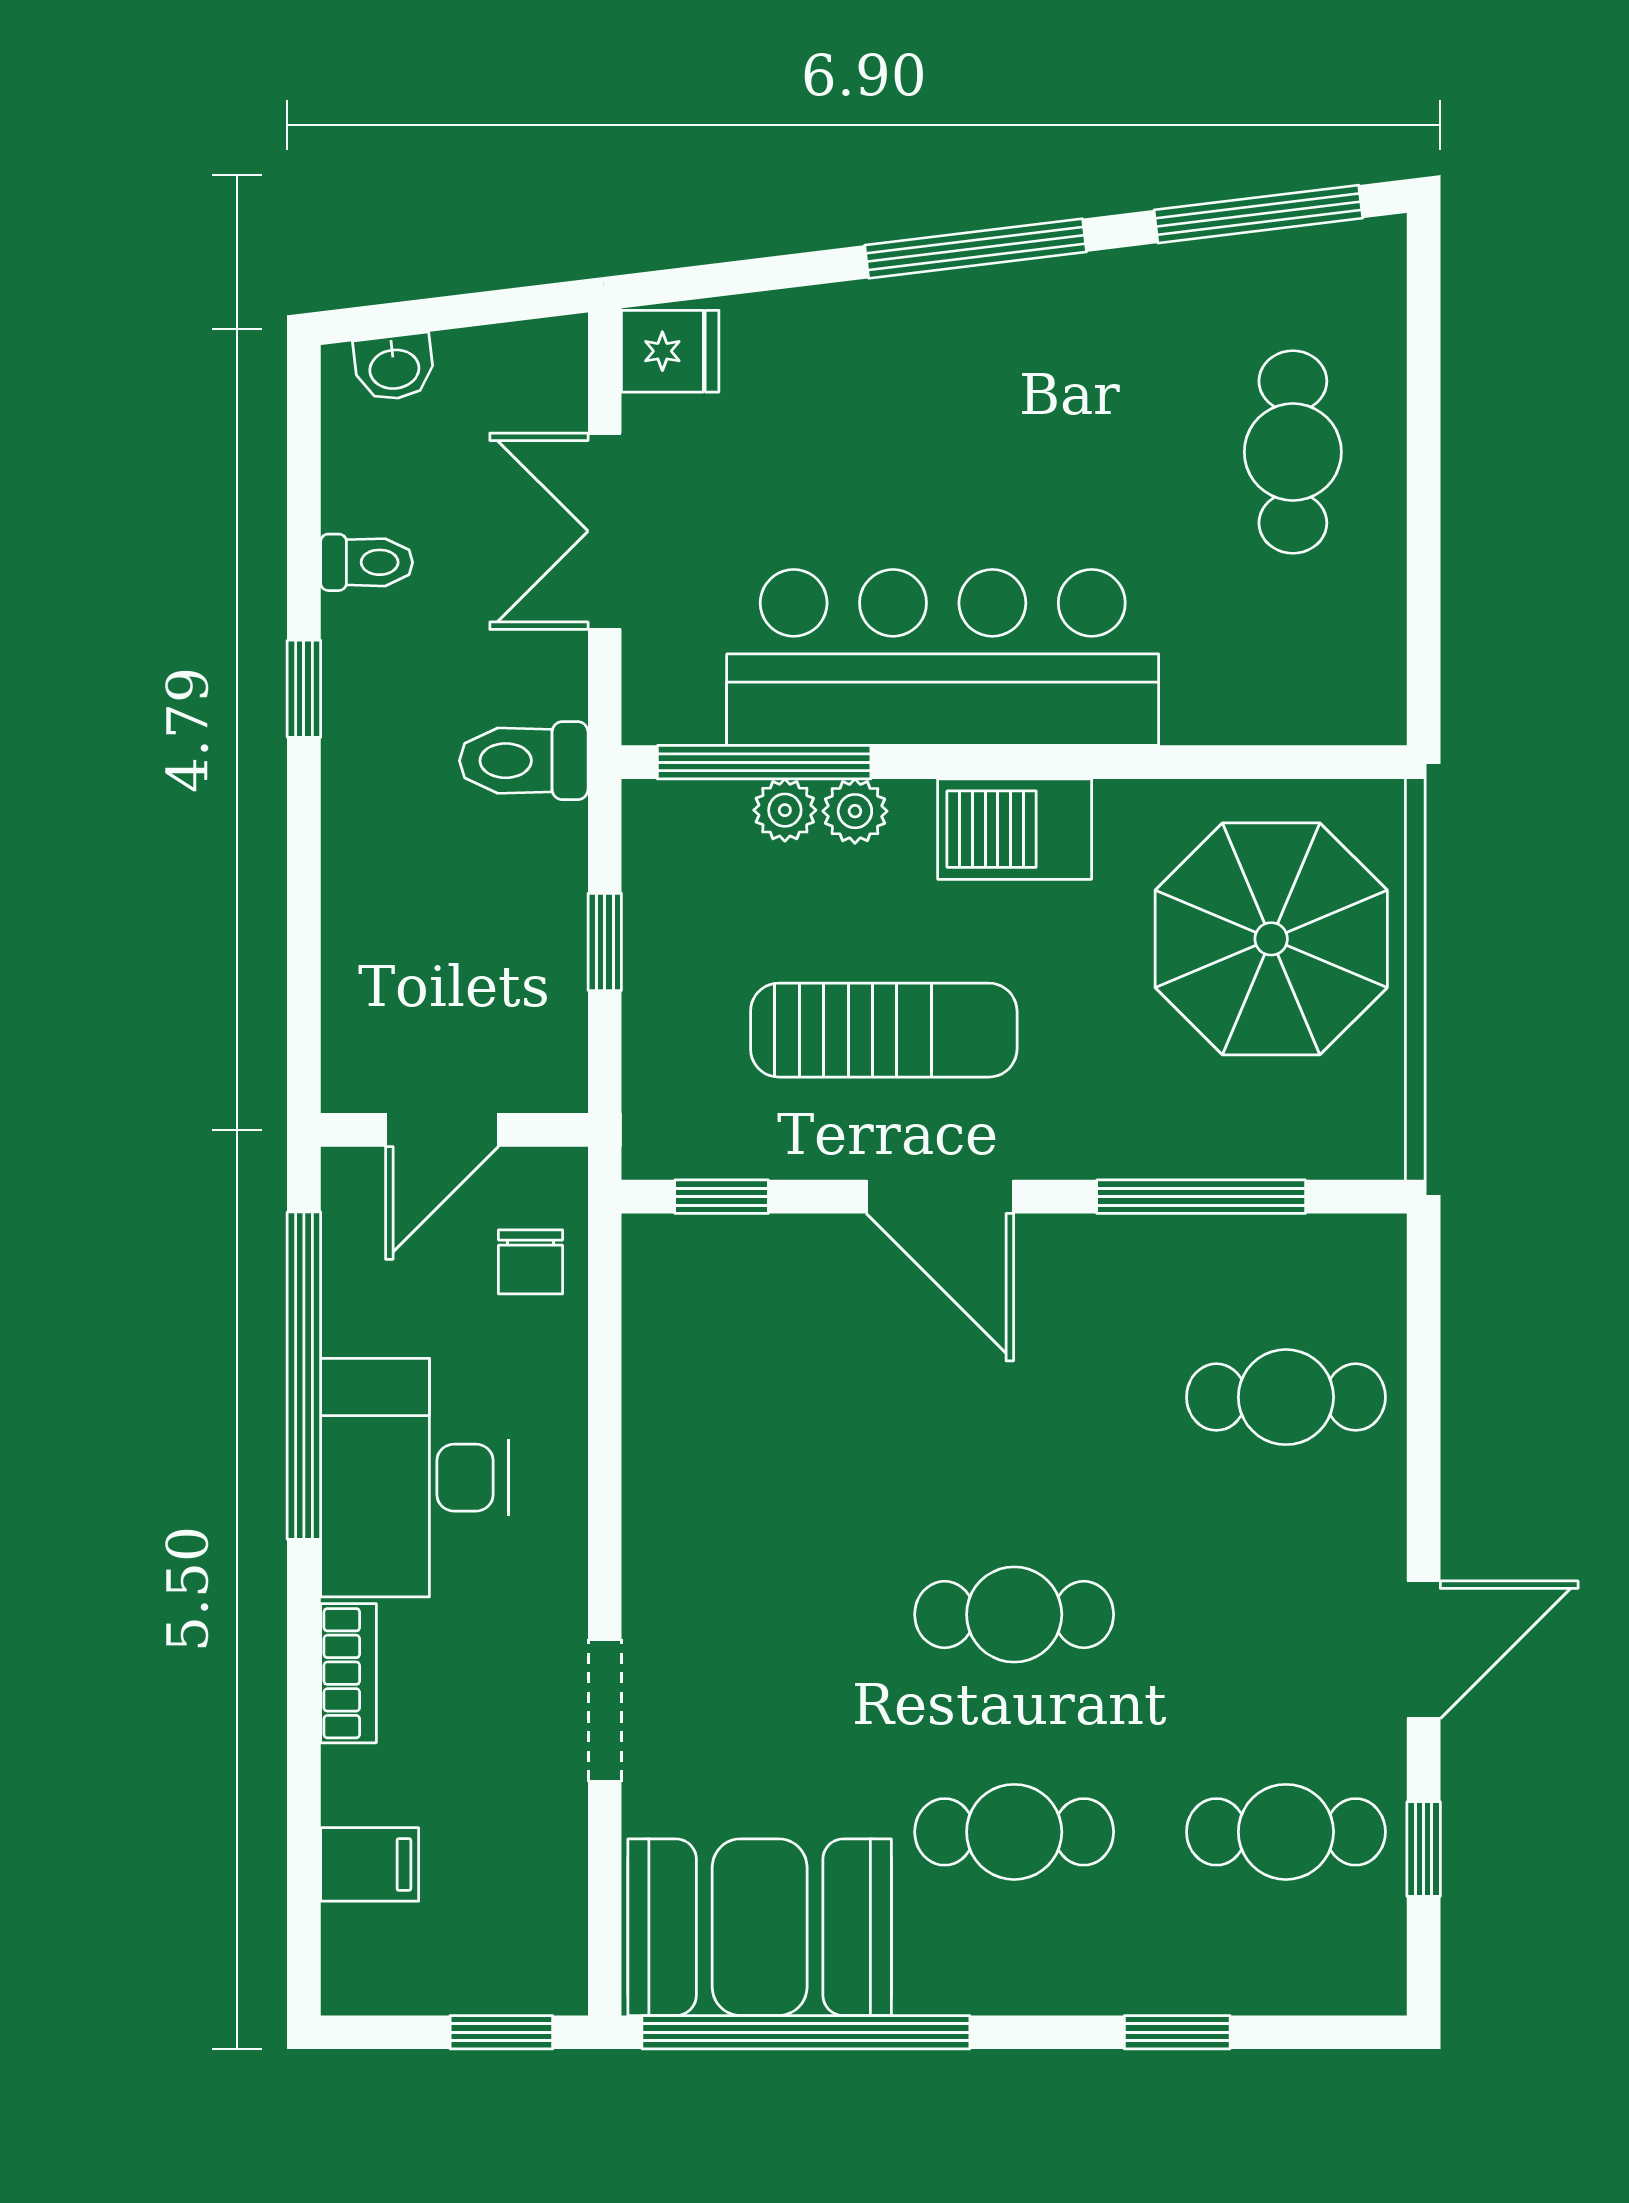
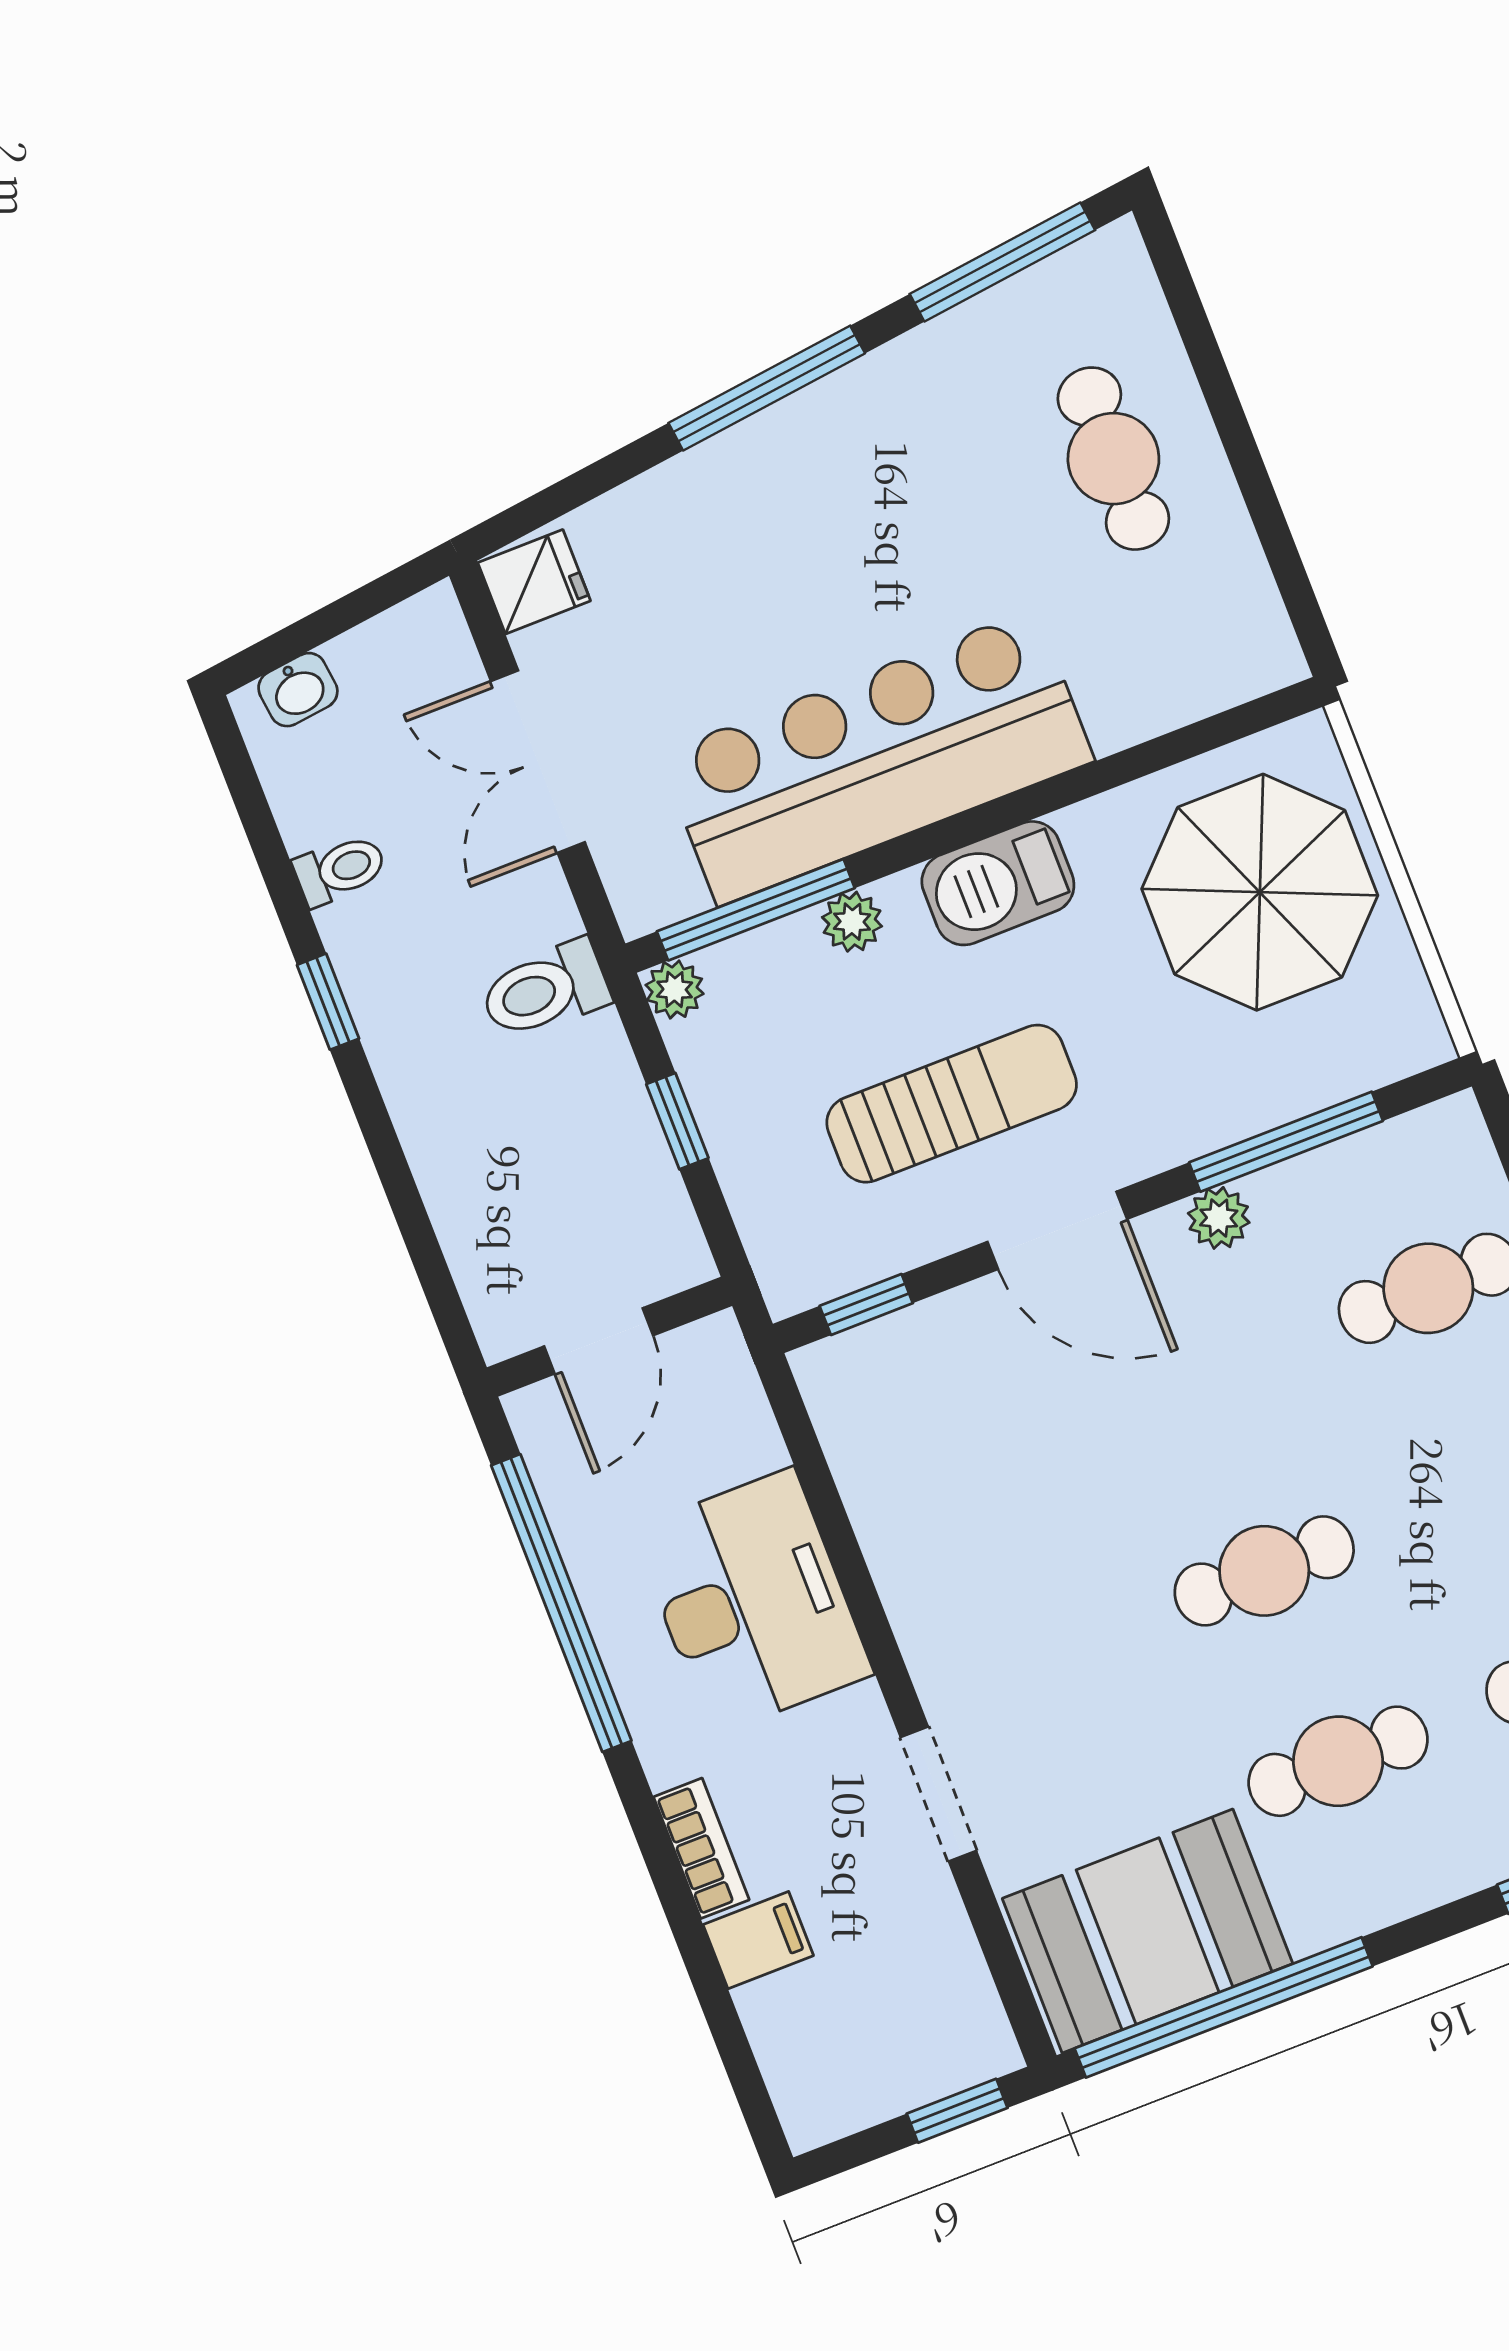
plant: (785, 810) -> (675, 989), moved
plant: (1105, 1247) -> (1219, 1218), added
chair: (530, 1262) -> (721, 1426), removed
desk: (414, 1478) -> (753, 1602), moved, turned 180
filing cabinet: (370, 1864) -> (758, 1940), moved

